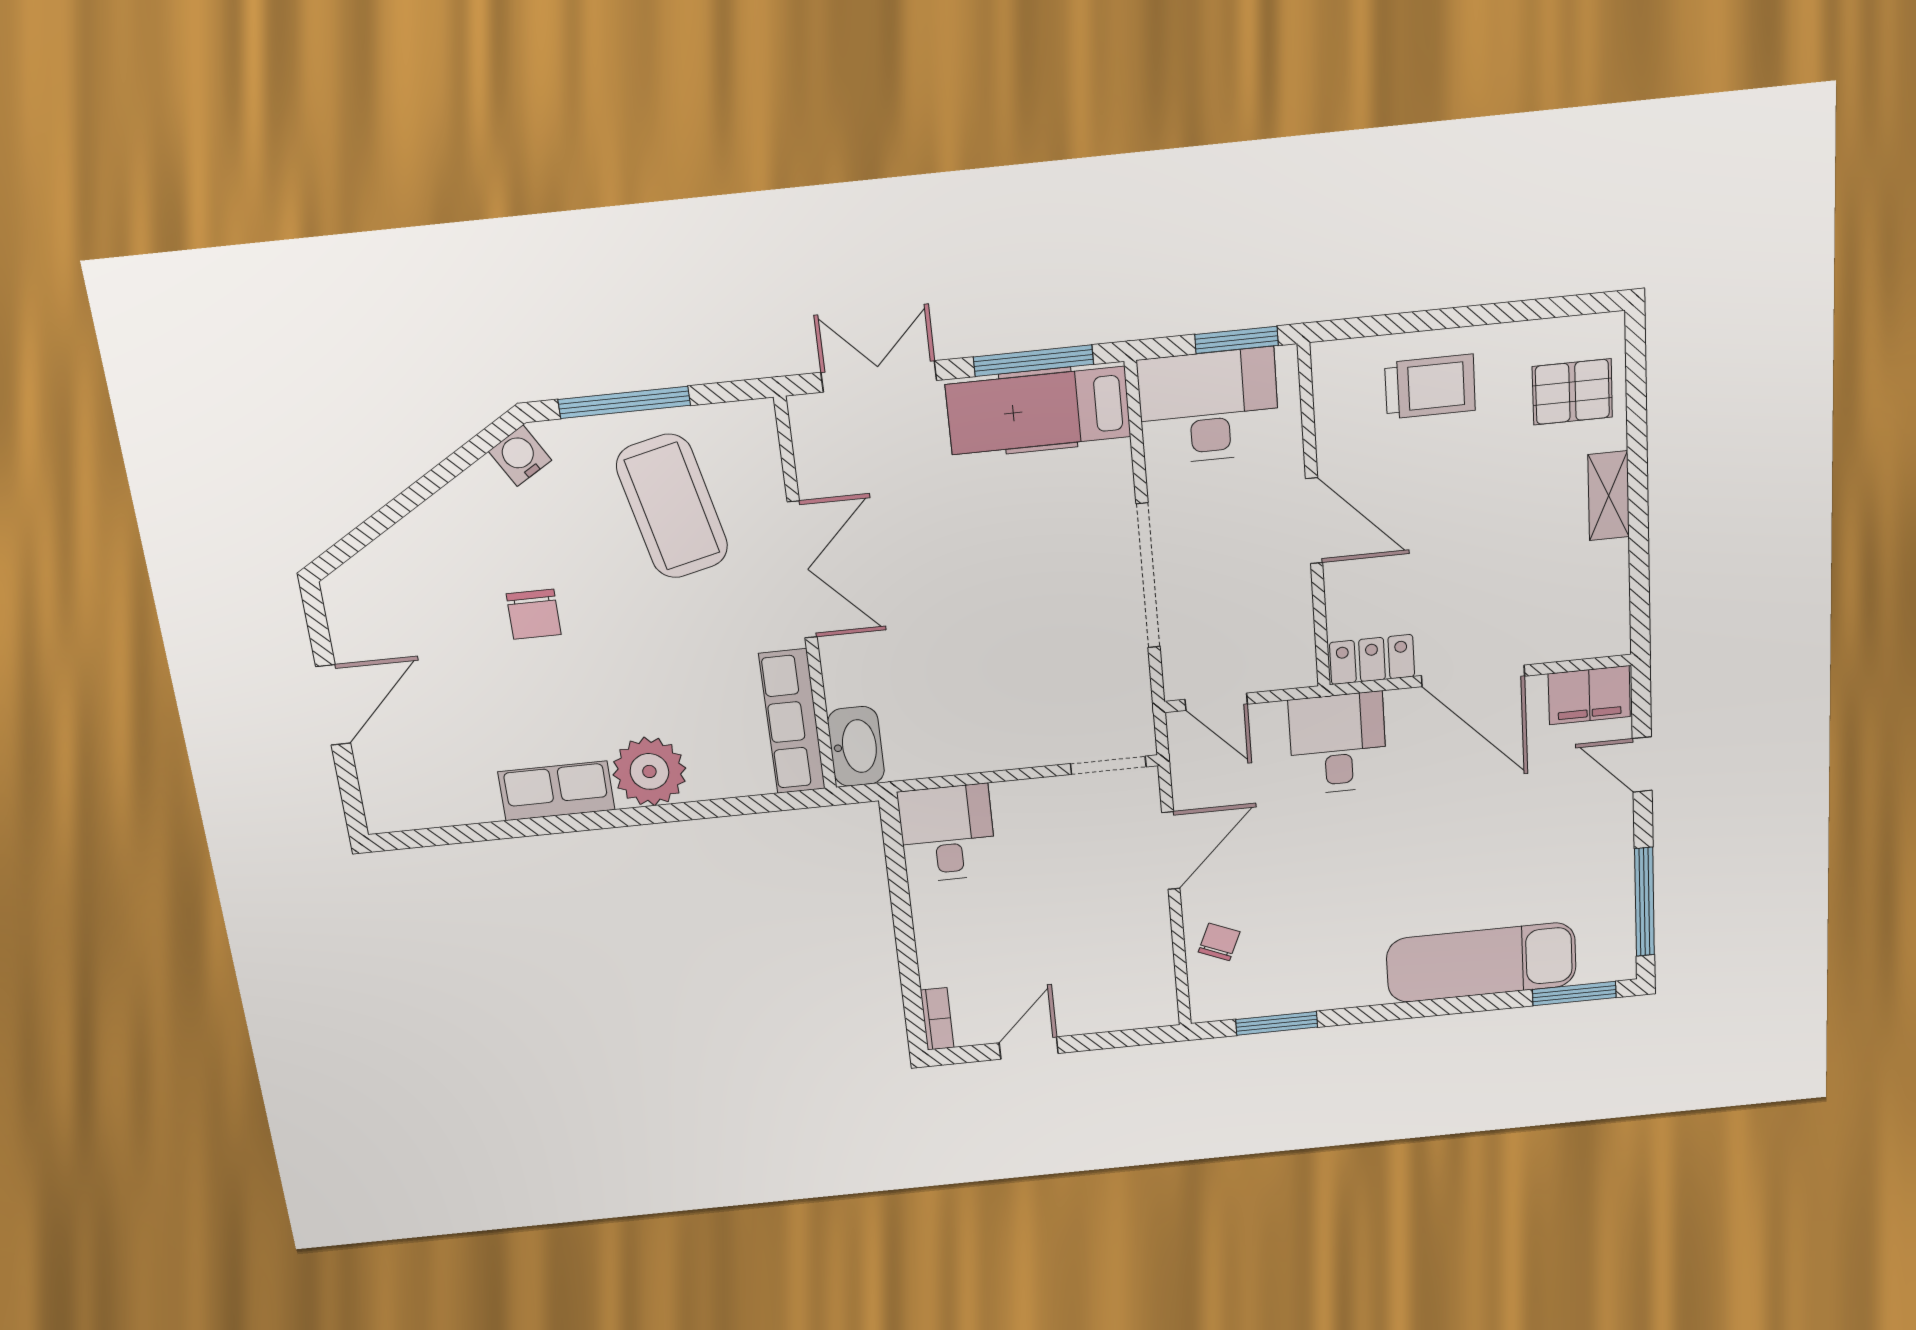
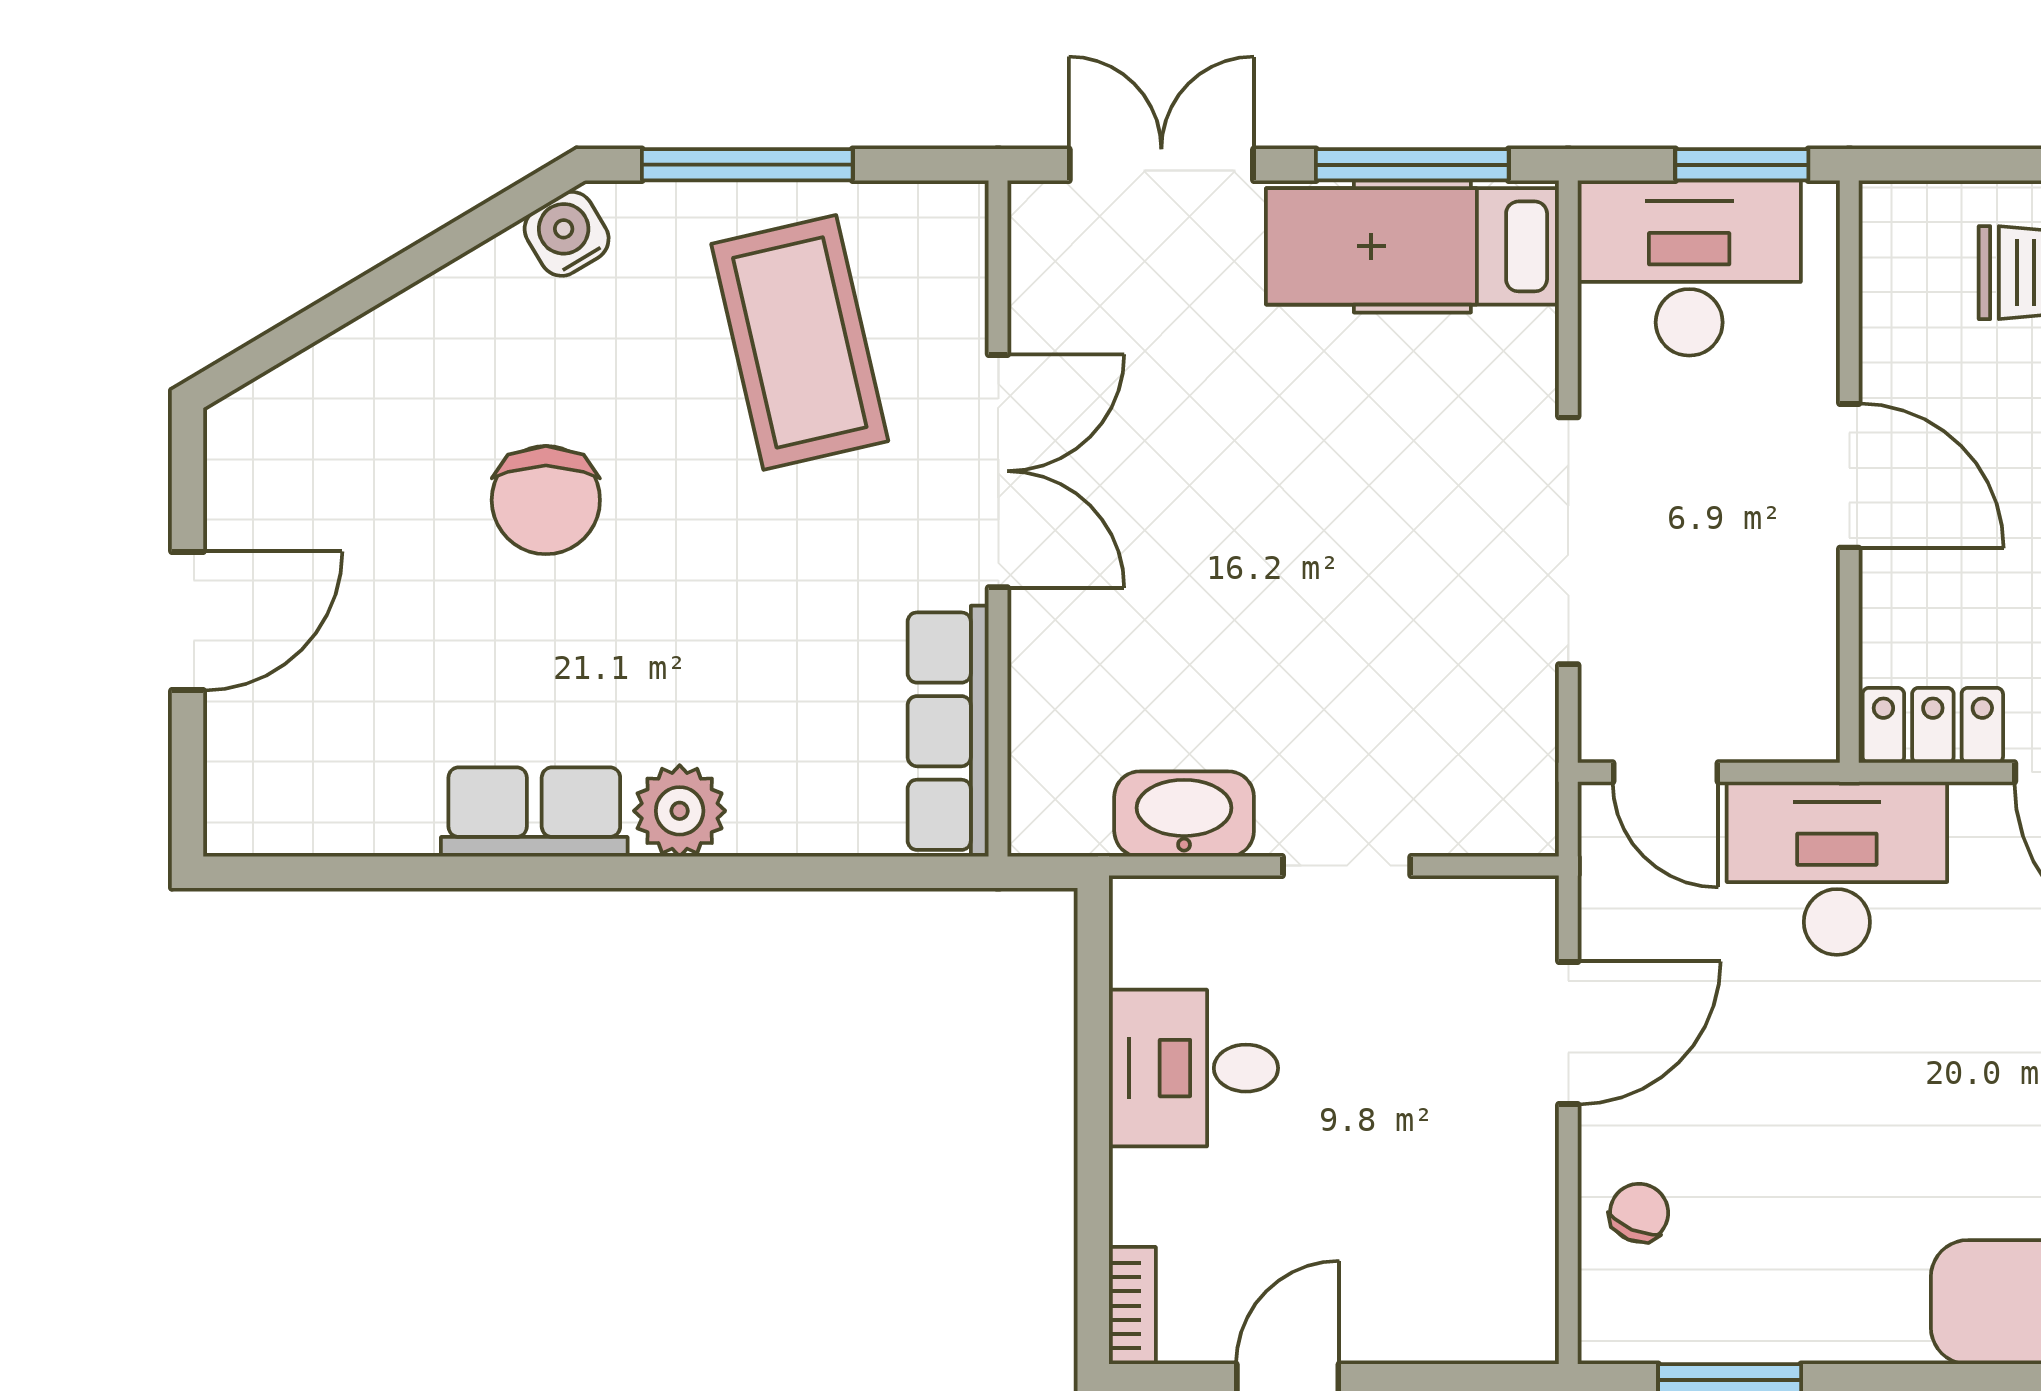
chair: (534, 614) -> (546, 500), width x1.37, depth x1.37
desk: (1338, 743) -> (1837, 868), width x1.37
washbasin: (856, 746) -> (1184, 814), moved, turned -90
doorway: (1108, 765) -> (1347, 866), moved
plant: (649, 771) -> (680, 811), width x0.73, depth x0.73
desk: (947, 833) -> (1194, 1068), moved, turned -90

